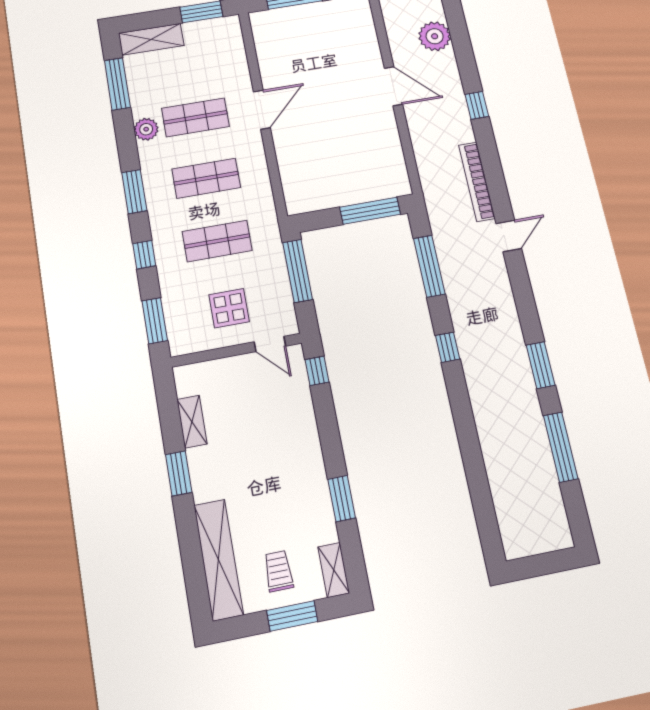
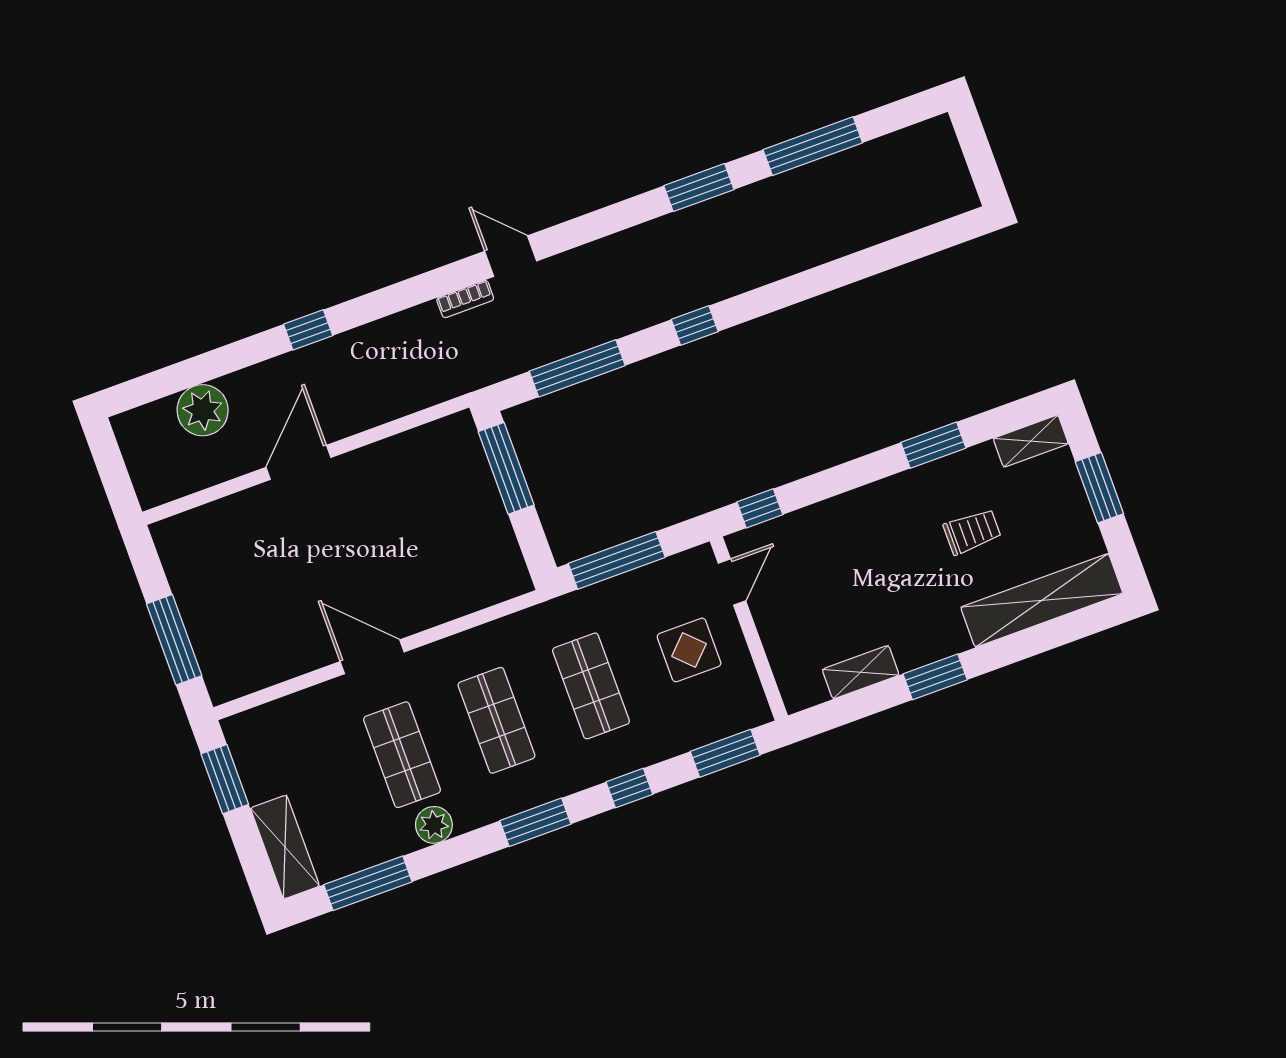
bookcase: (477, 182) -> (465, 299), width x0.43, depth x0.76
trolley: (278, 571) -> (972, 532), moved, turned 180

